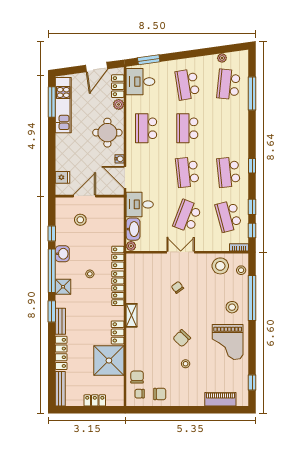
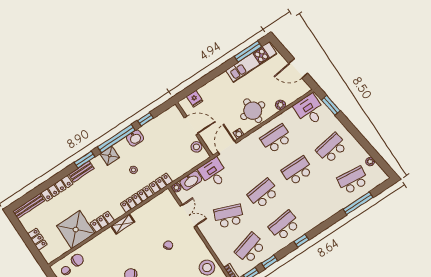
locker: (118, 86) -> (294, 95), removed
stool: (80, 220) -> (196, 147), moved
double door: (181, 252) -> (188, 216), moved

